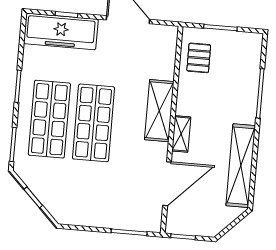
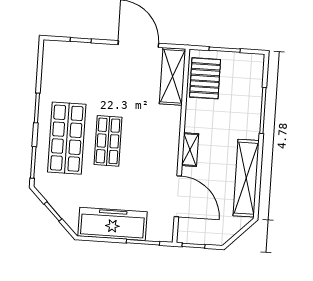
freezer: (61, 31) -> (113, 224), moved, turned 180
pallet: (199, 58) -> (205, 78), width x1.50, depth x1.42
shelving: (159, 111) -> (173, 76), moved
shop shelf: (94, 123) -> (108, 141), width x0.70, depth x0.74
door: (167, 184) -> (178, 196), hinge flipped

